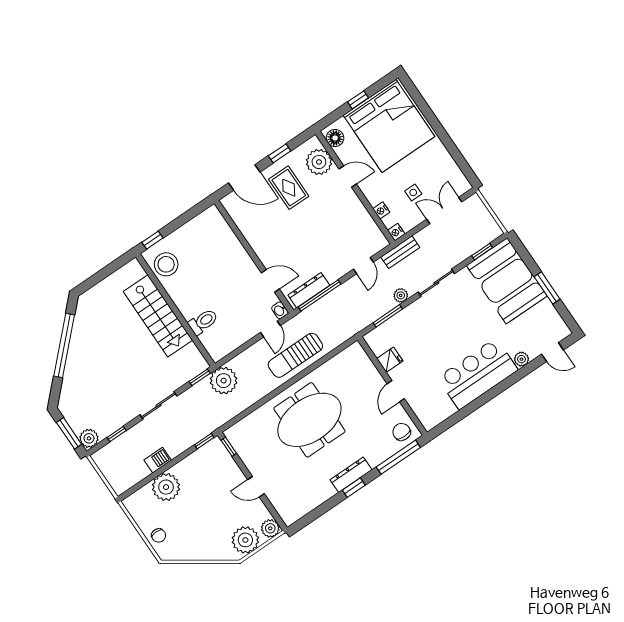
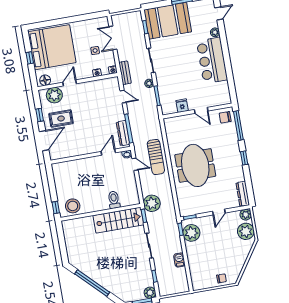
stairs: (158, 316) -> (118, 220), moved
dresser: (351, 475) -> (243, 194), moved
plant: (166, 487) -> (191, 233), moved

